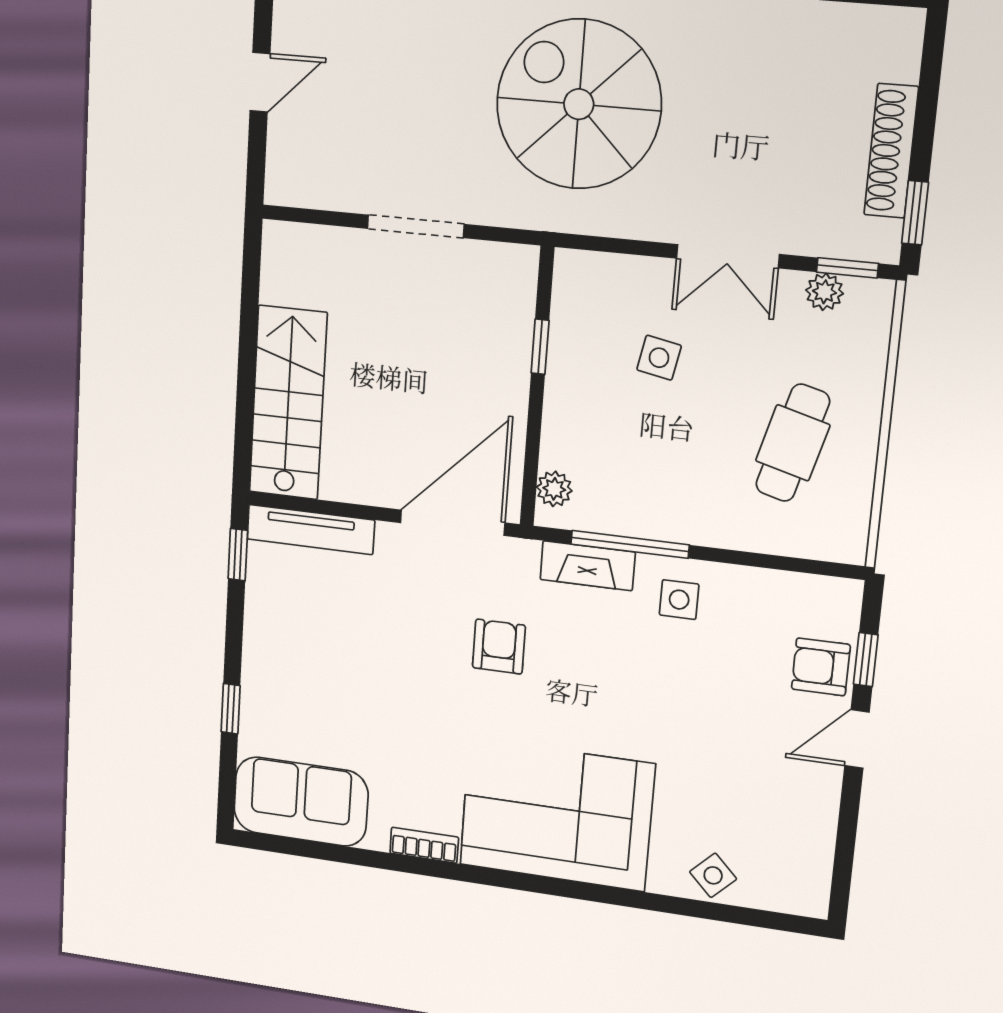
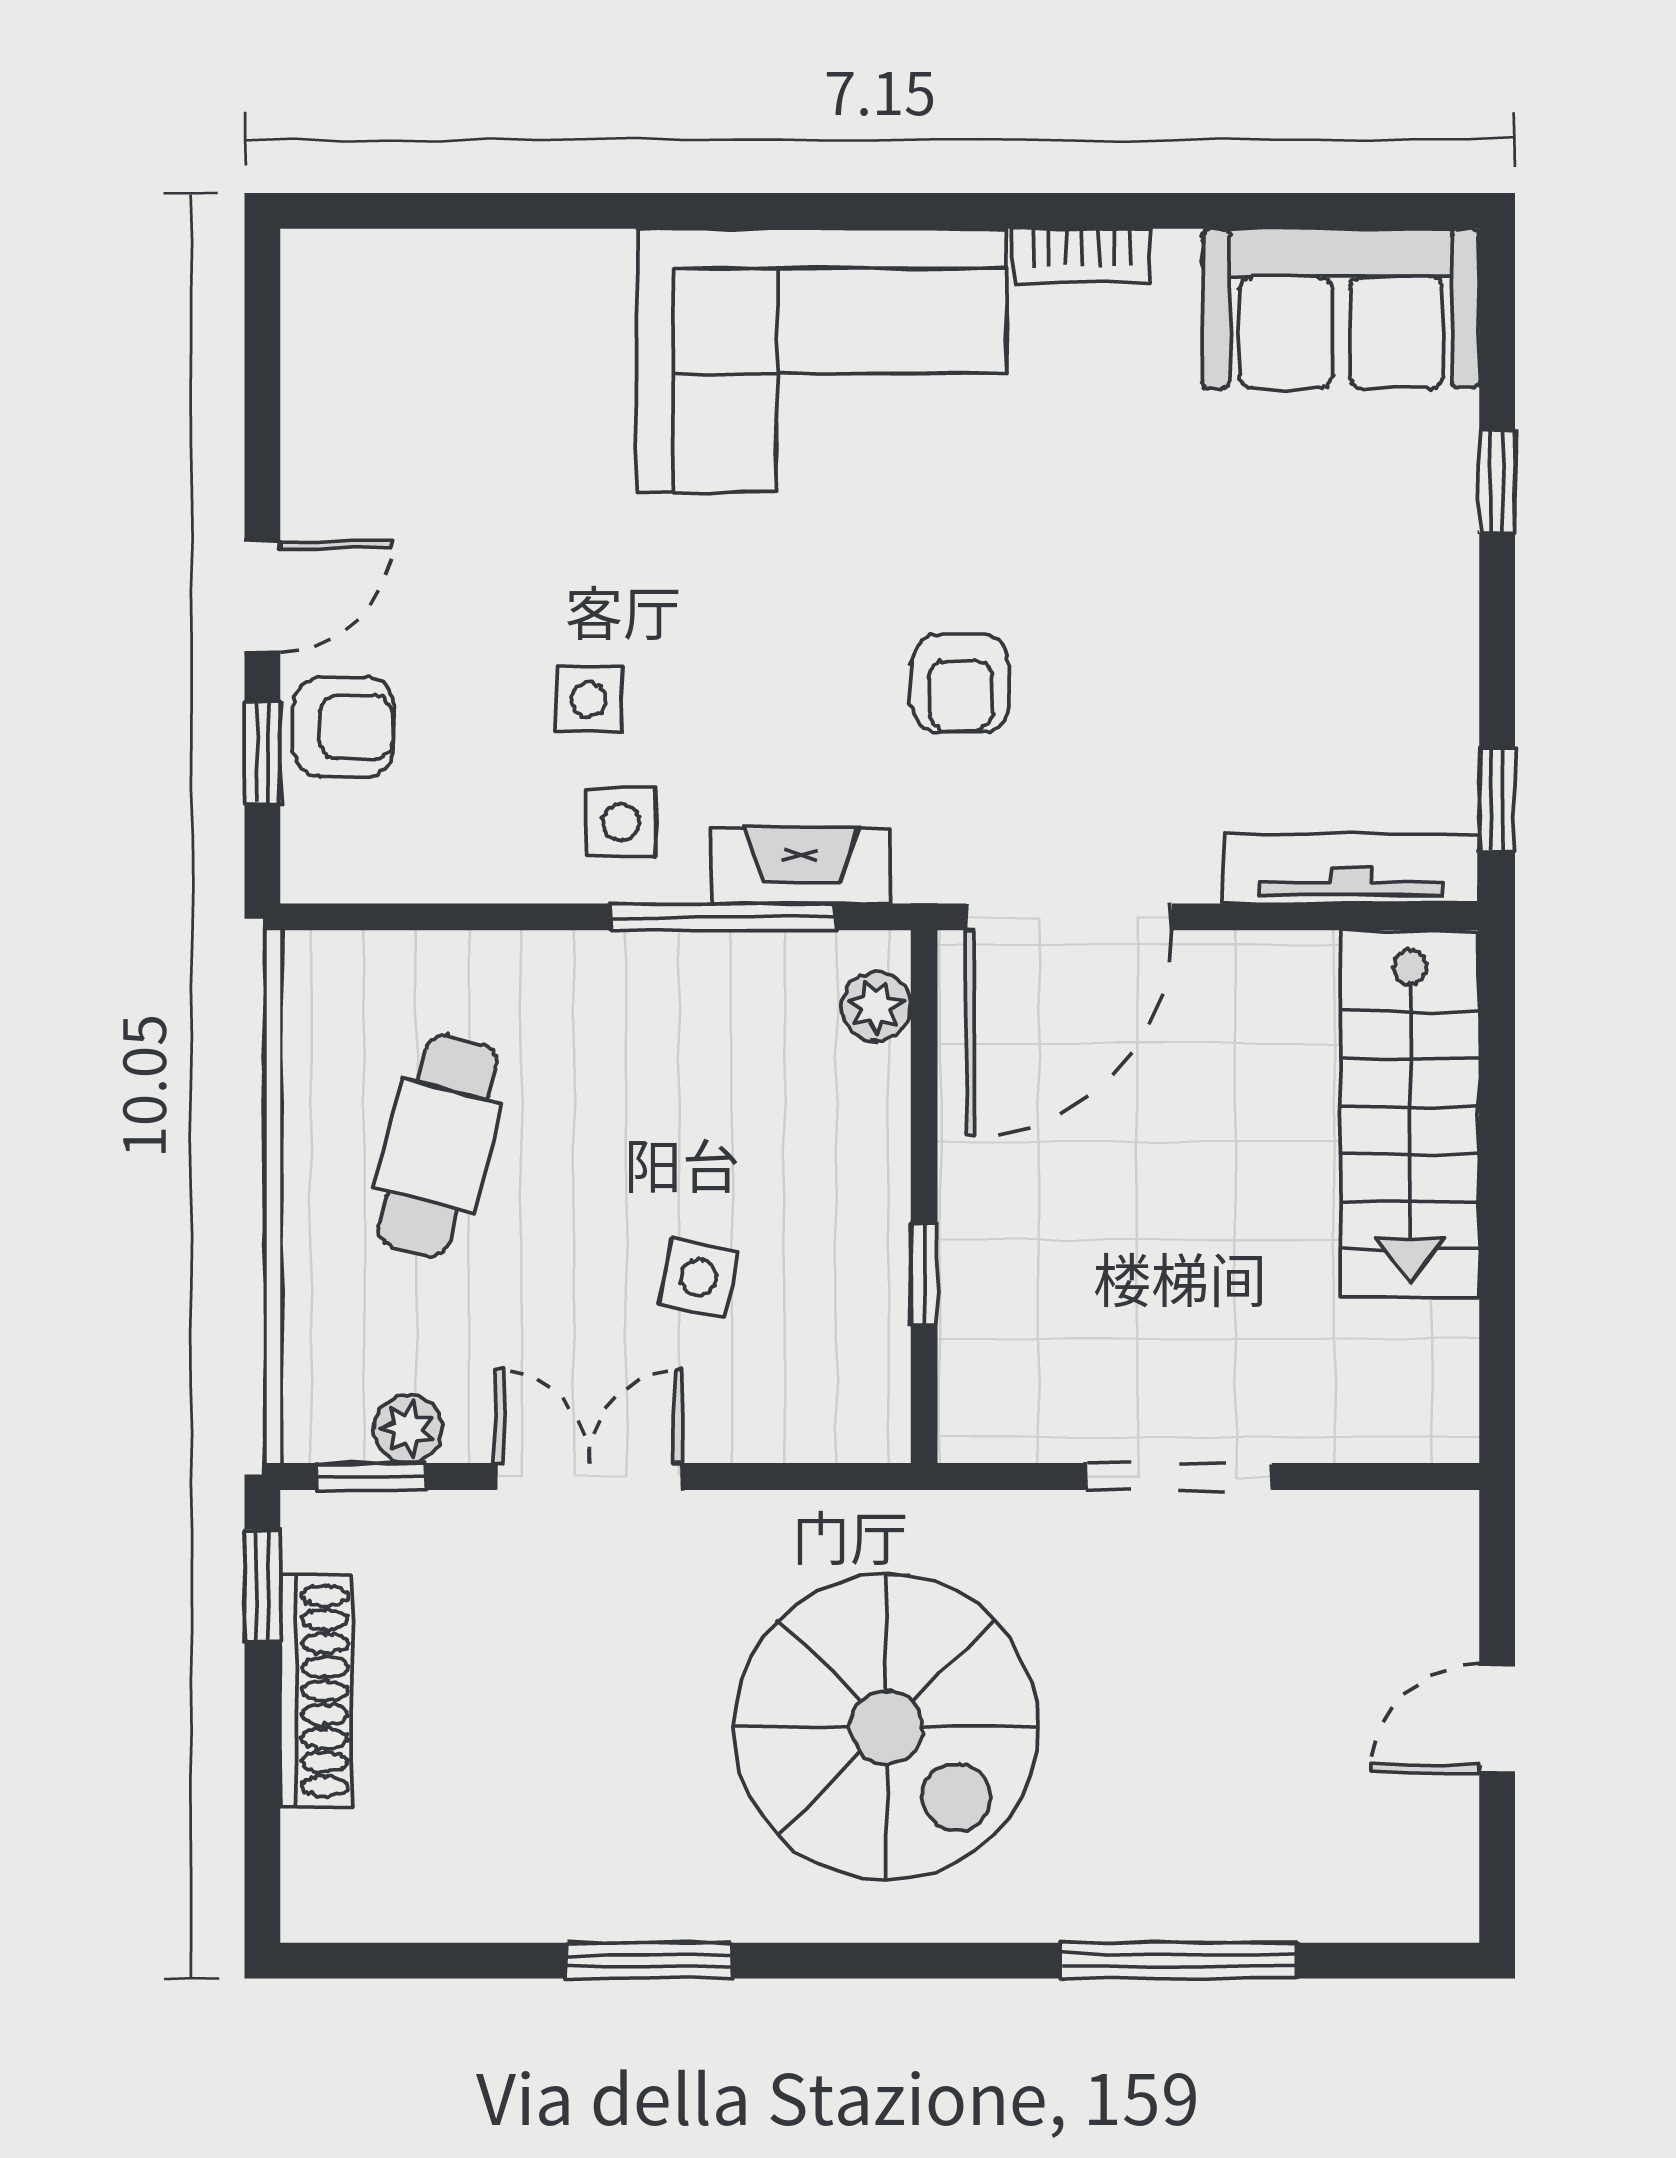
side table: (713, 875) -> (589, 699), moved, turned 45

